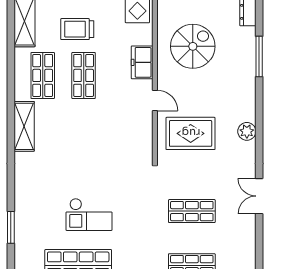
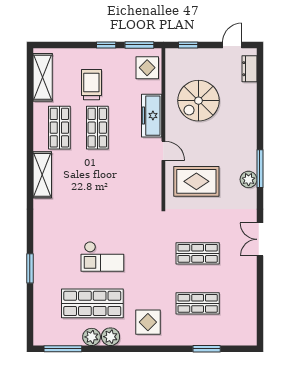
trolley: (77, 29) -> (91, 85), turned 90
spiral stairs: (193, 46) -> (198, 101), turned 180
window: (259, 56) -> (260, 169), moved
freezer: (142, 62) -> (152, 116), width x1.40

